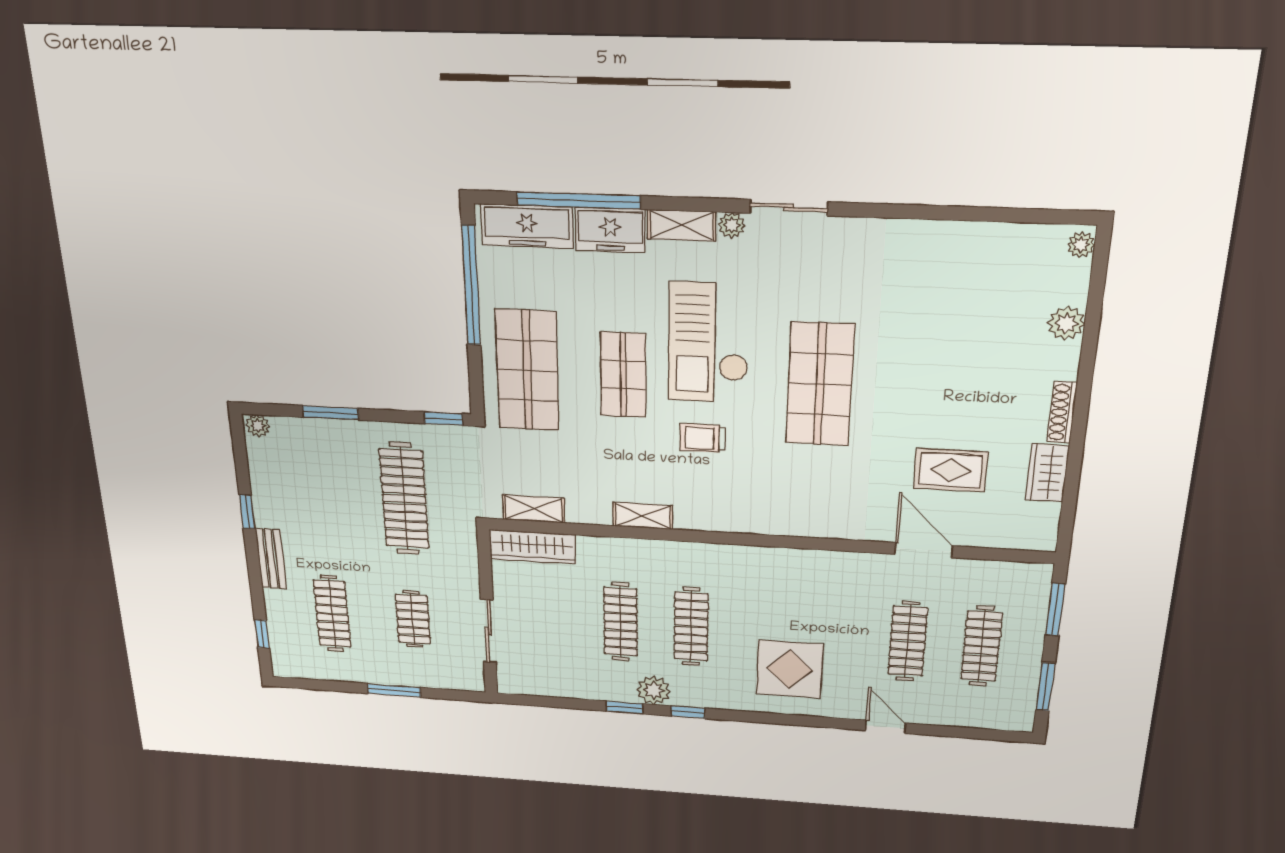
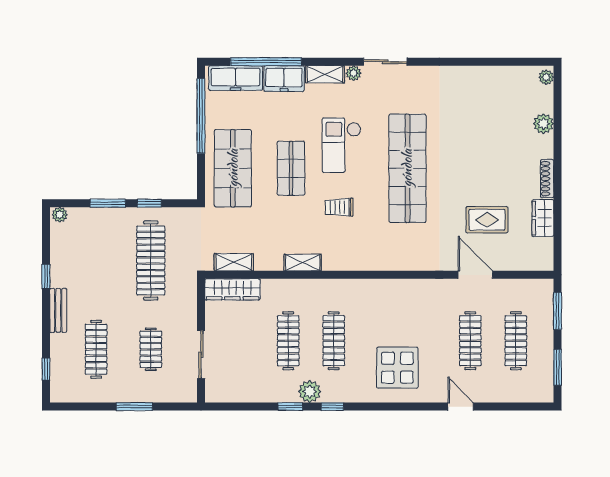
checkout: (709, 343) -> (342, 145), width x0.73, depth x0.83
shop shelf: (820, 384) -> (407, 168), width x1.40
window: (443, 419) -> (149, 203), moved

